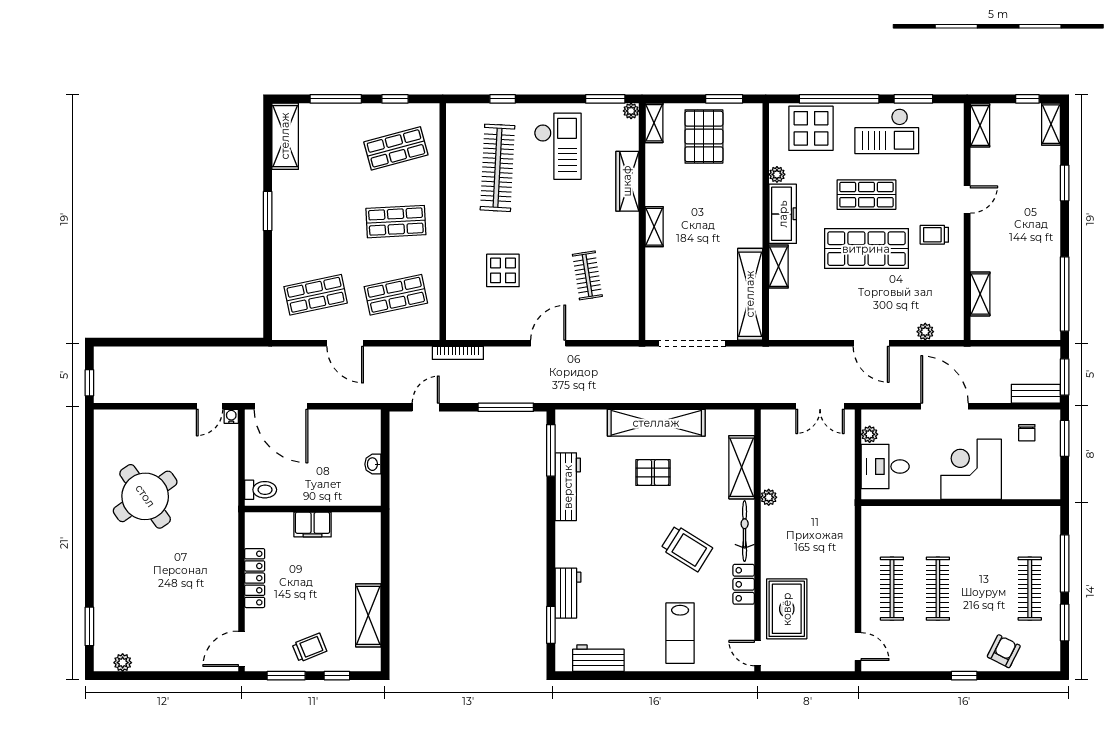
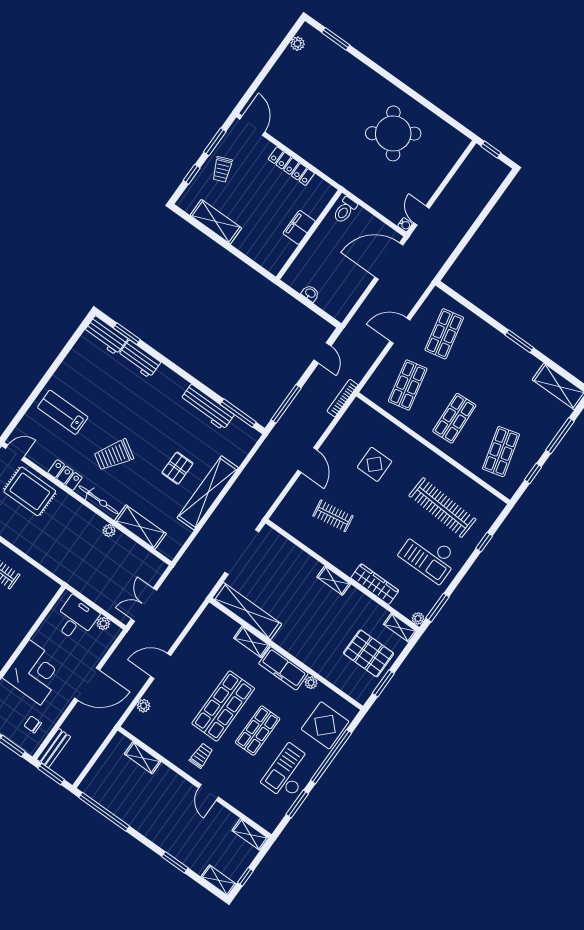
workbench: (598, 658) -> (106, 335), moved, turned 90

